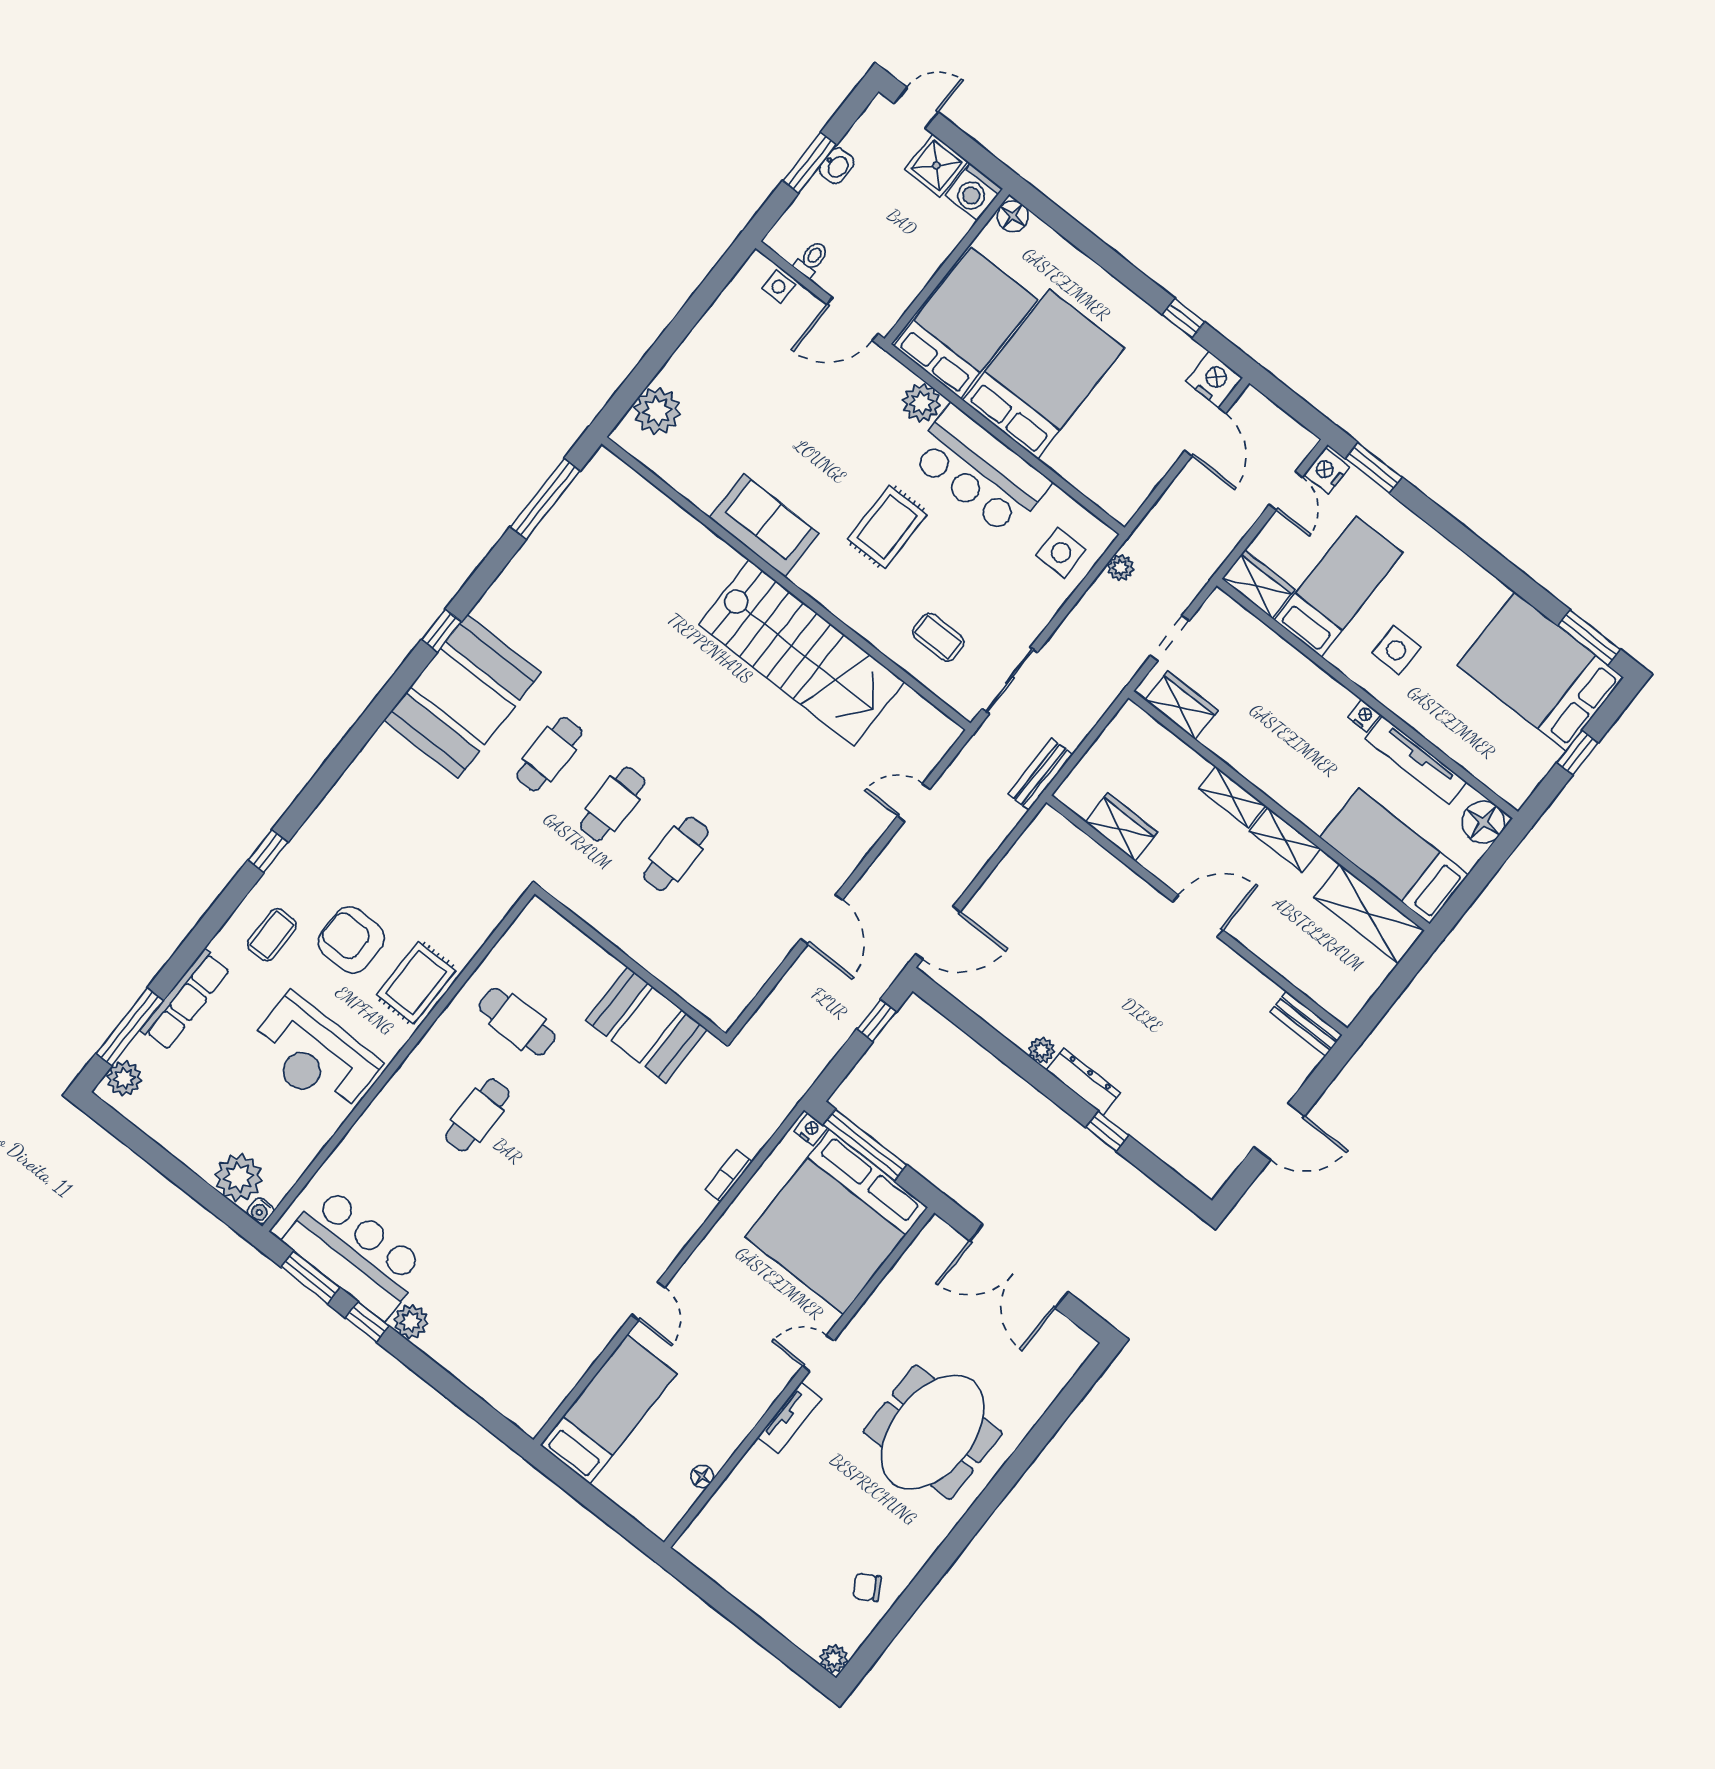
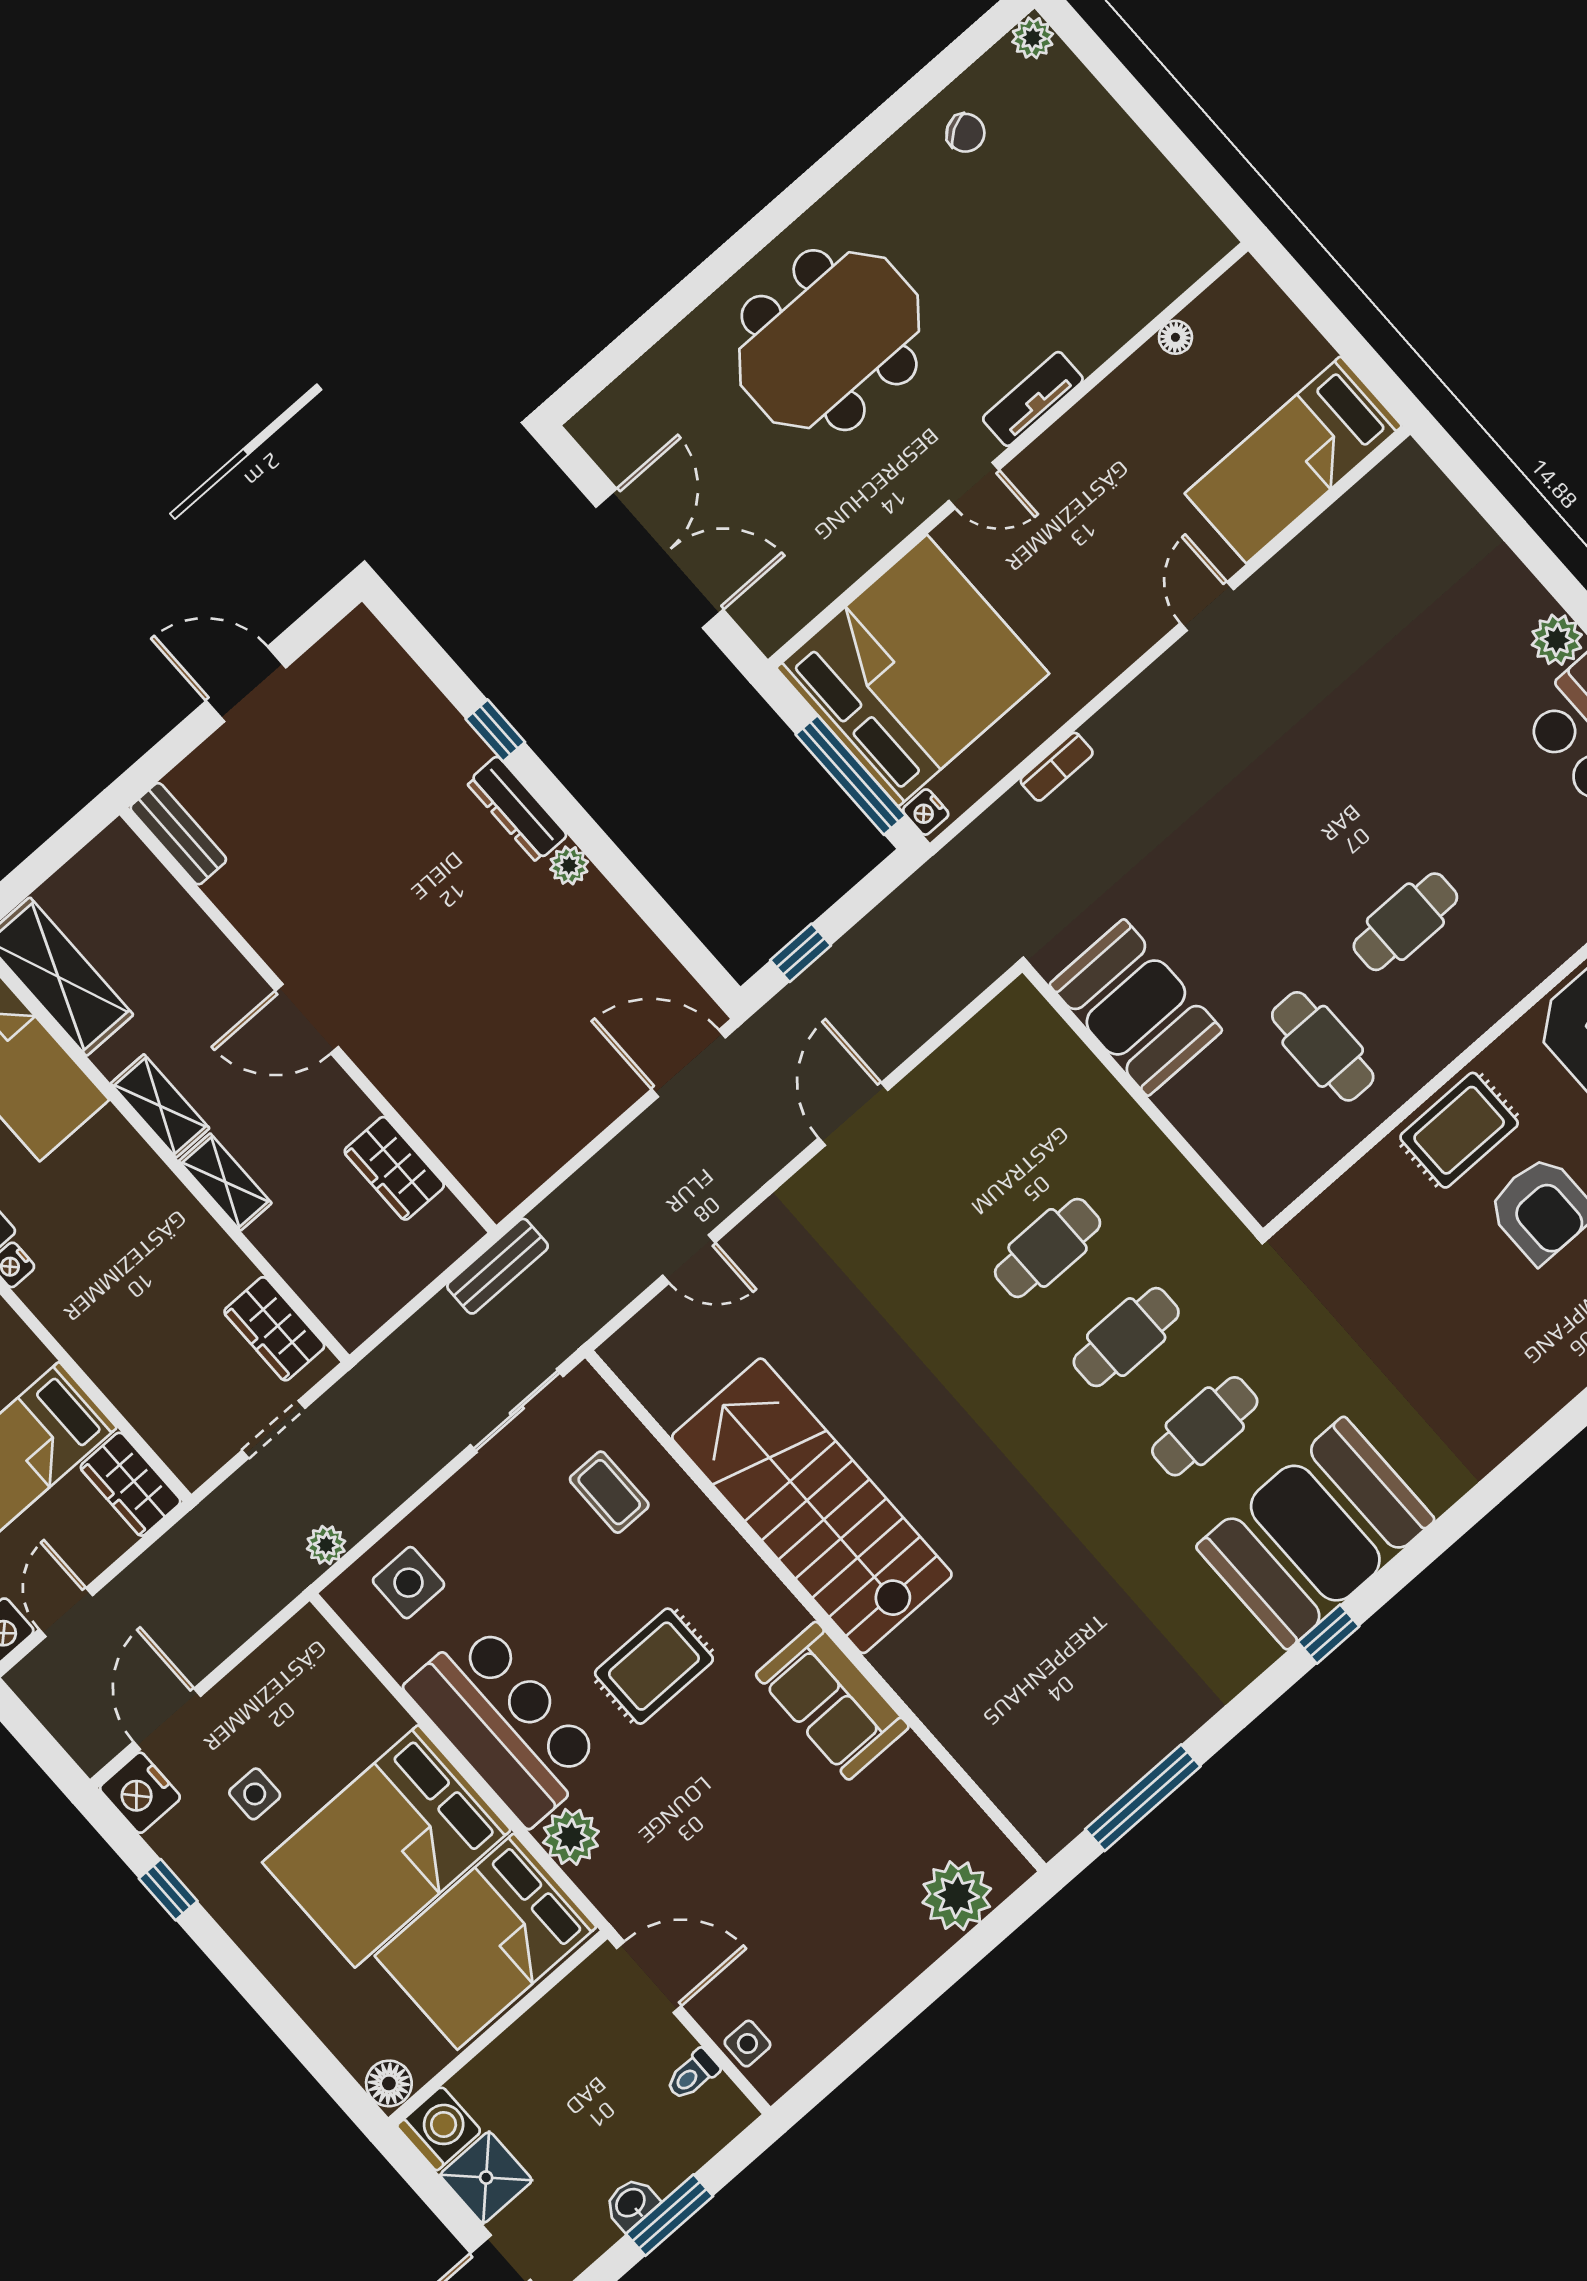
side table: (1138, 393) -> (255, 1794), added

